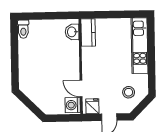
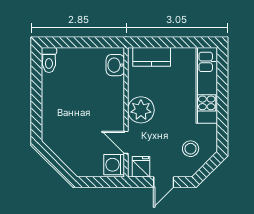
kitchen counter: (88, 32) -> (152, 57), moved, turned 90
plant: (92, 64) -> (141, 110), added

